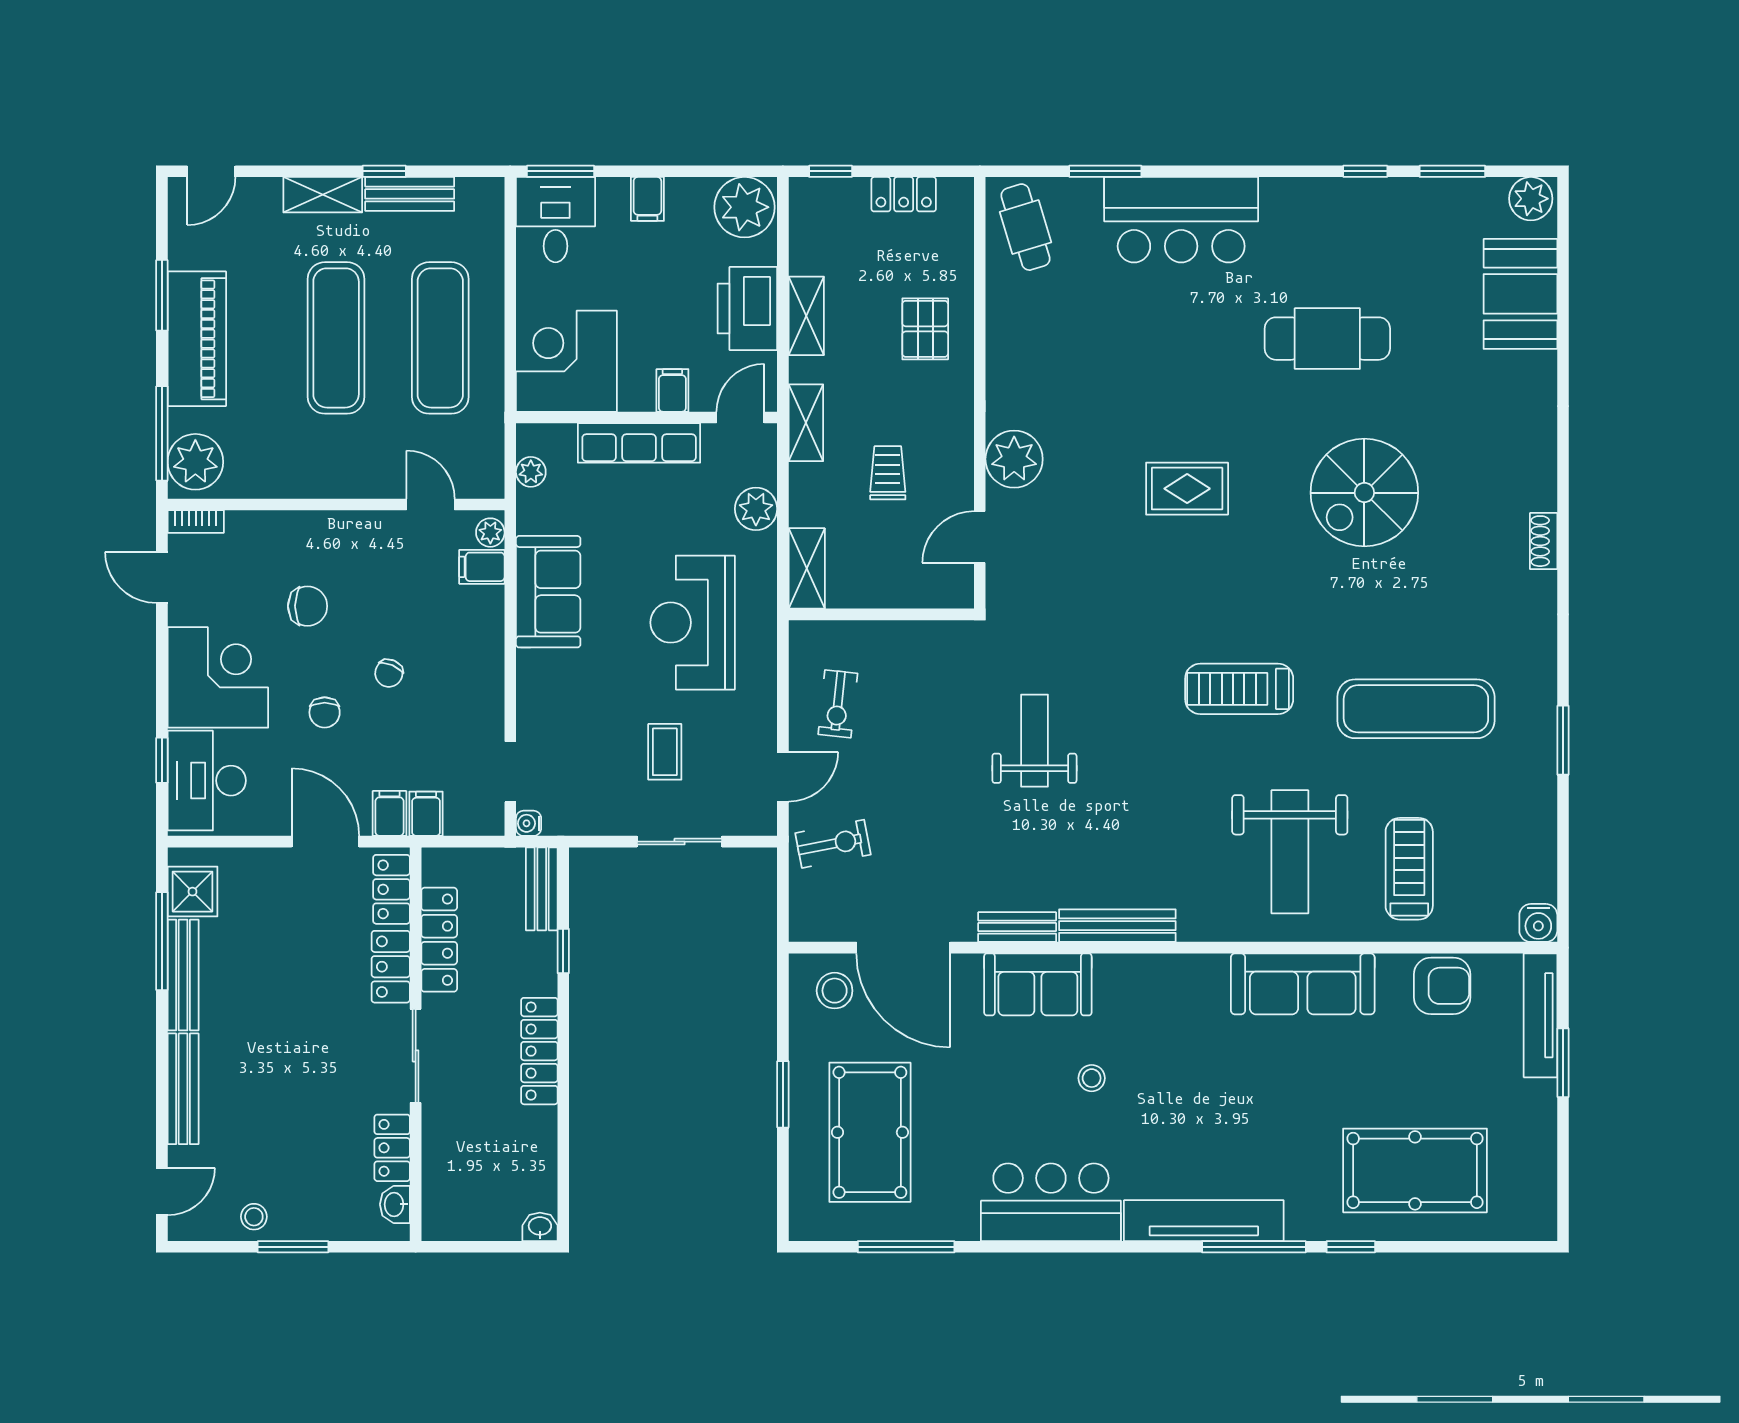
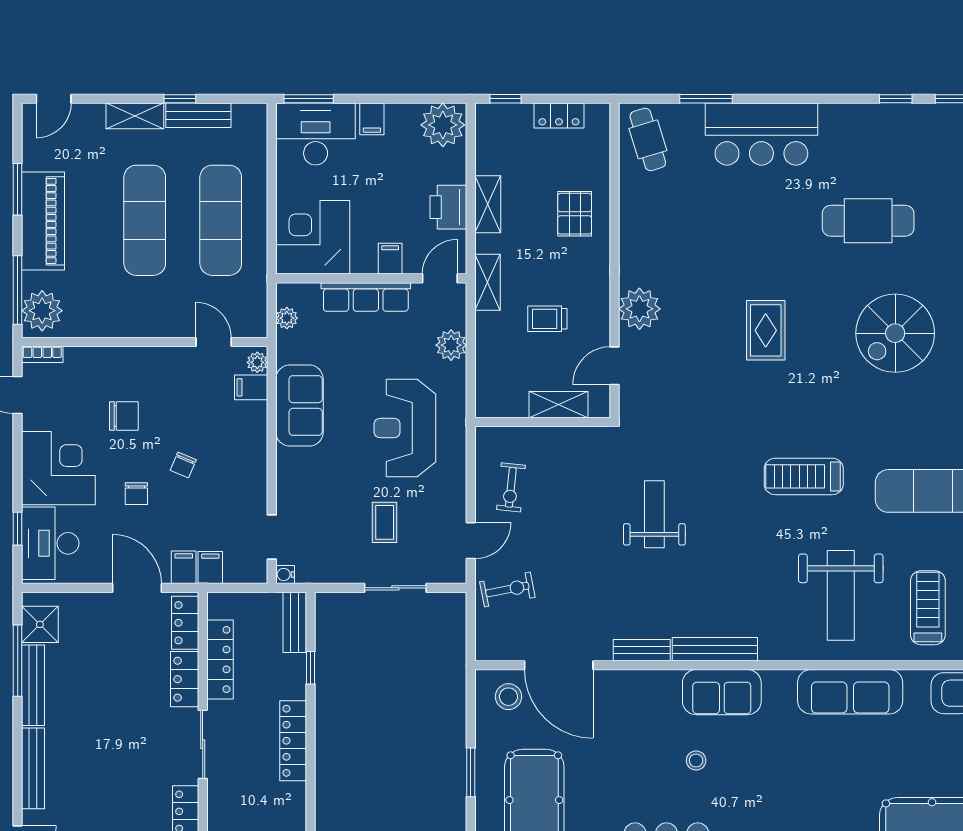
desk: (555, 220) -> (316, 134), width x1.37
printer: (747, 309) -> (448, 207), width x0.73, depth x0.84
trolley: (888, 473) -> (547, 319), turned -90
rug: (1187, 489) -> (766, 330), turned 90
shelving: (807, 568) -> (559, 405), moved, turned 90
sofa: (1038, 984) -> (722, 692), moved

